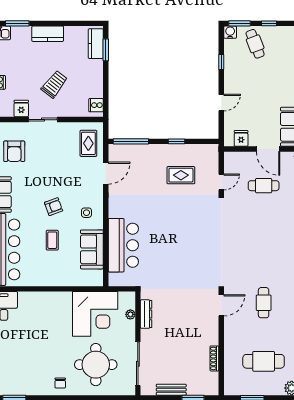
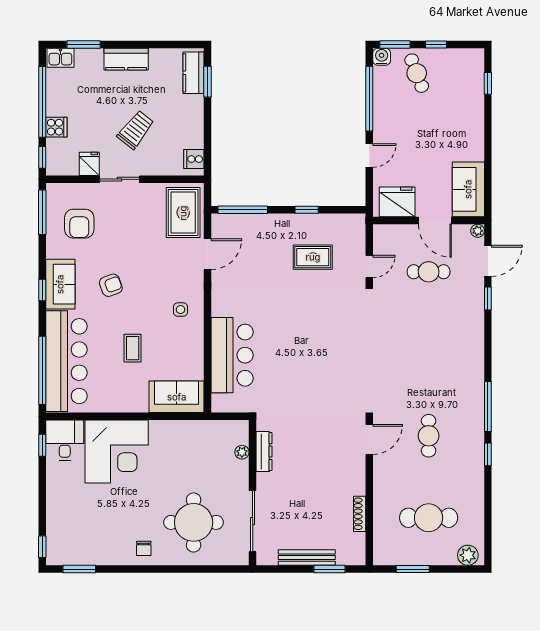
window: (221, 62) -> (369, 99), width x3.17
fridge: (241, 138) -> (397, 202), width x1.88, depth x1.34
rug: (88, 143) -> (183, 213), width x1.36, depth x1.43
armchair: (54, 207) -> (111, 285), moved
sofa: (92, 249) -> (177, 397), moved, turned 90
corner desk: (95, 314) -> (117, 451), moved
bench: (171, 390) -> (307, 558), width x1.36

